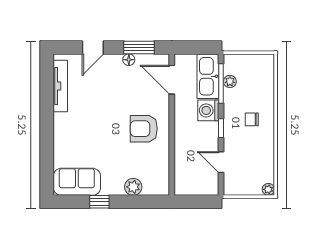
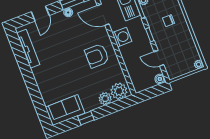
washing machine: (208, 110) -> (122, 37), moved, turned 180
plant: (154, 184) -> (119, 91), added
boiler: (212, 189) -> (160, 79), added

